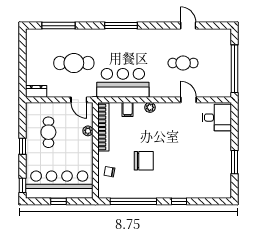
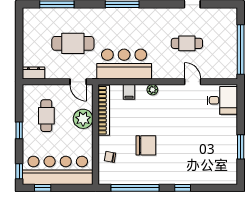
plant: (88, 131) -> (83, 119), width x1.87, depth x1.87
window: (59, 201) -> (43, 188), moved

